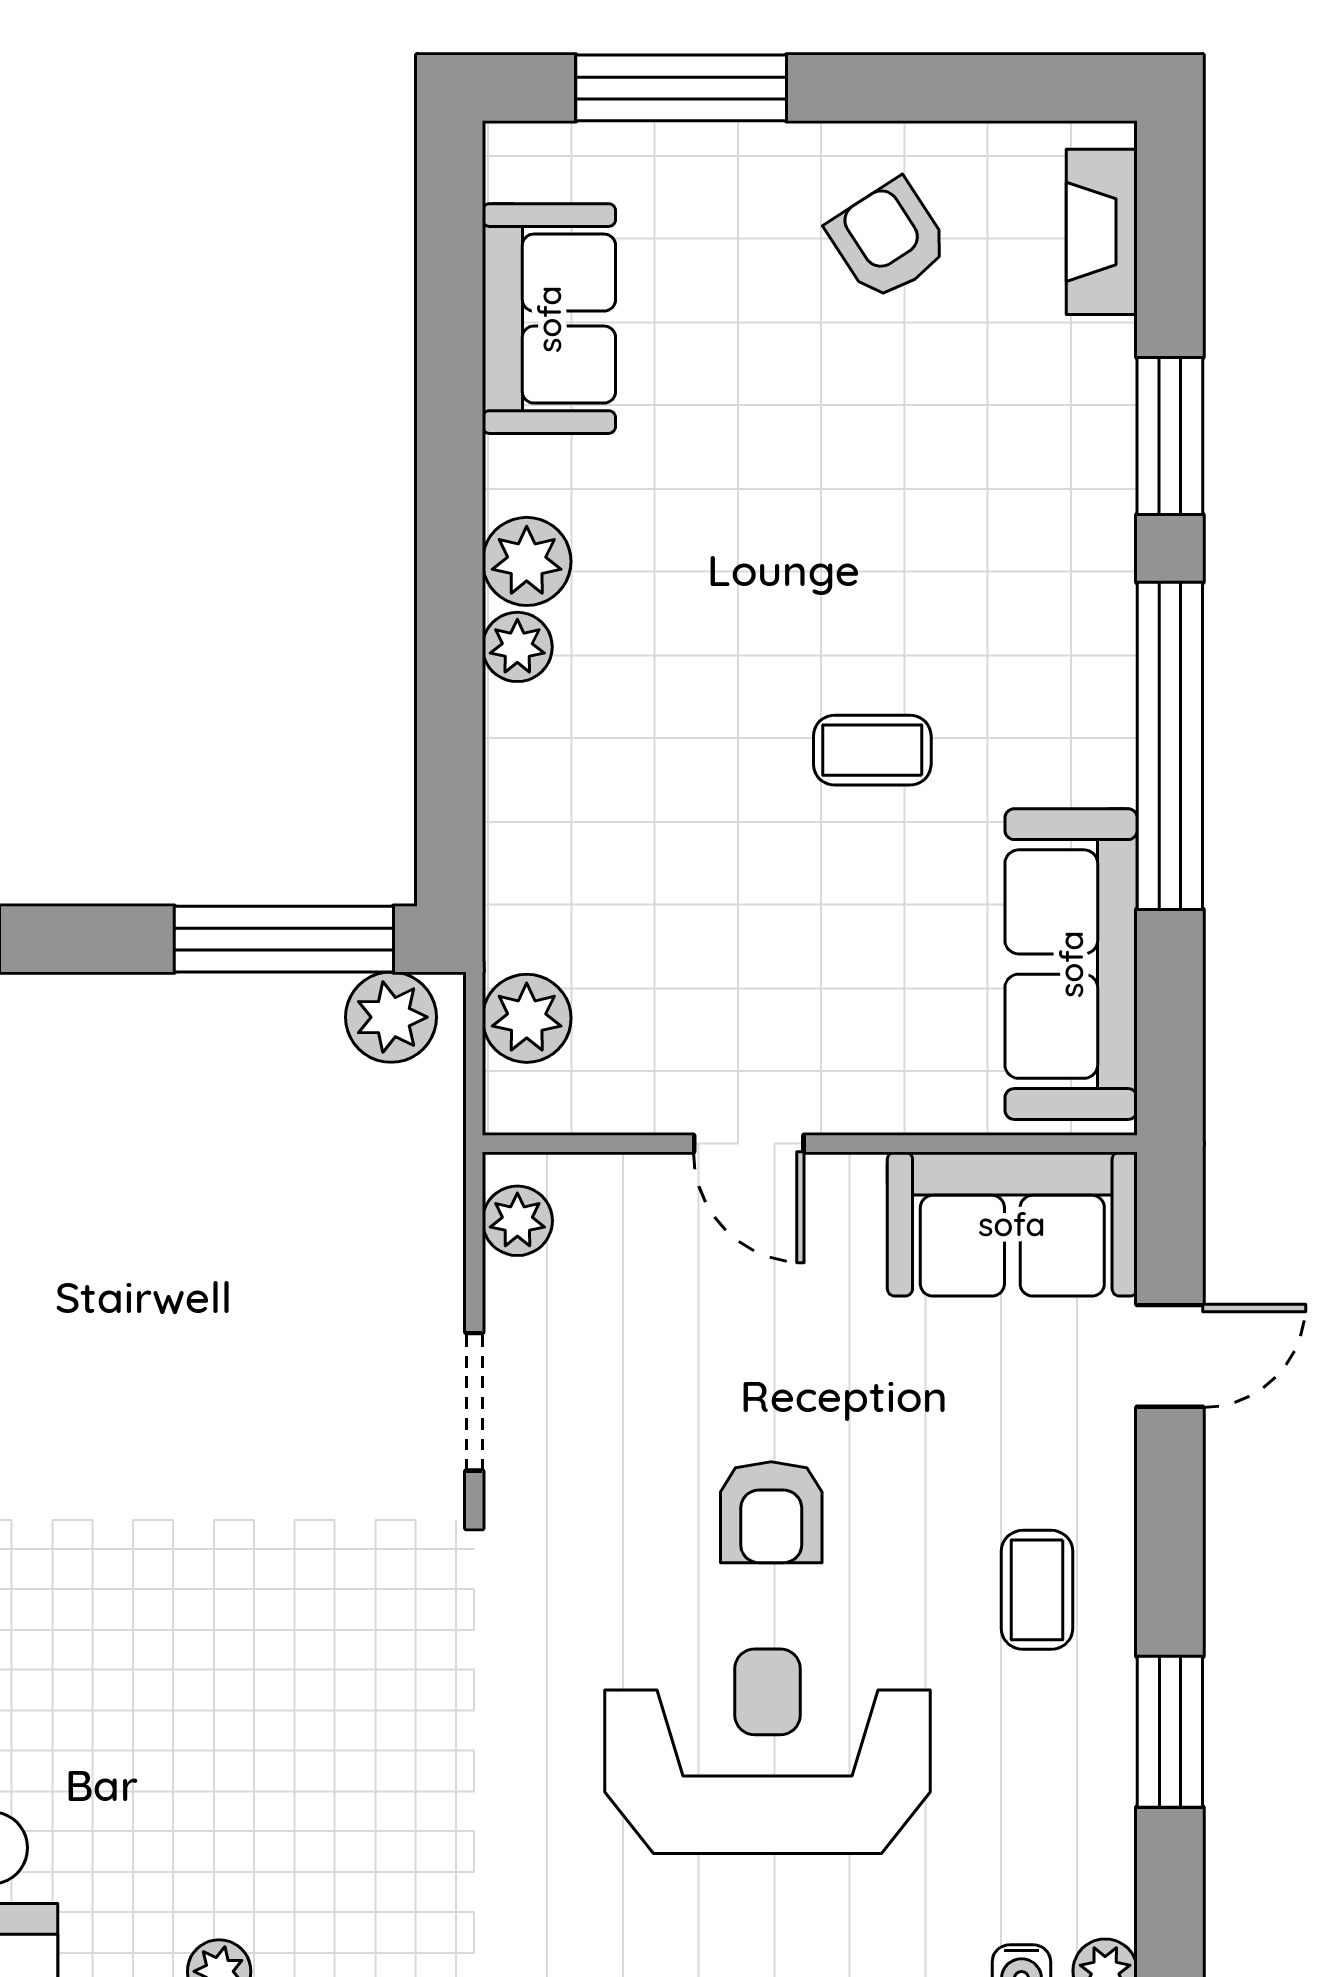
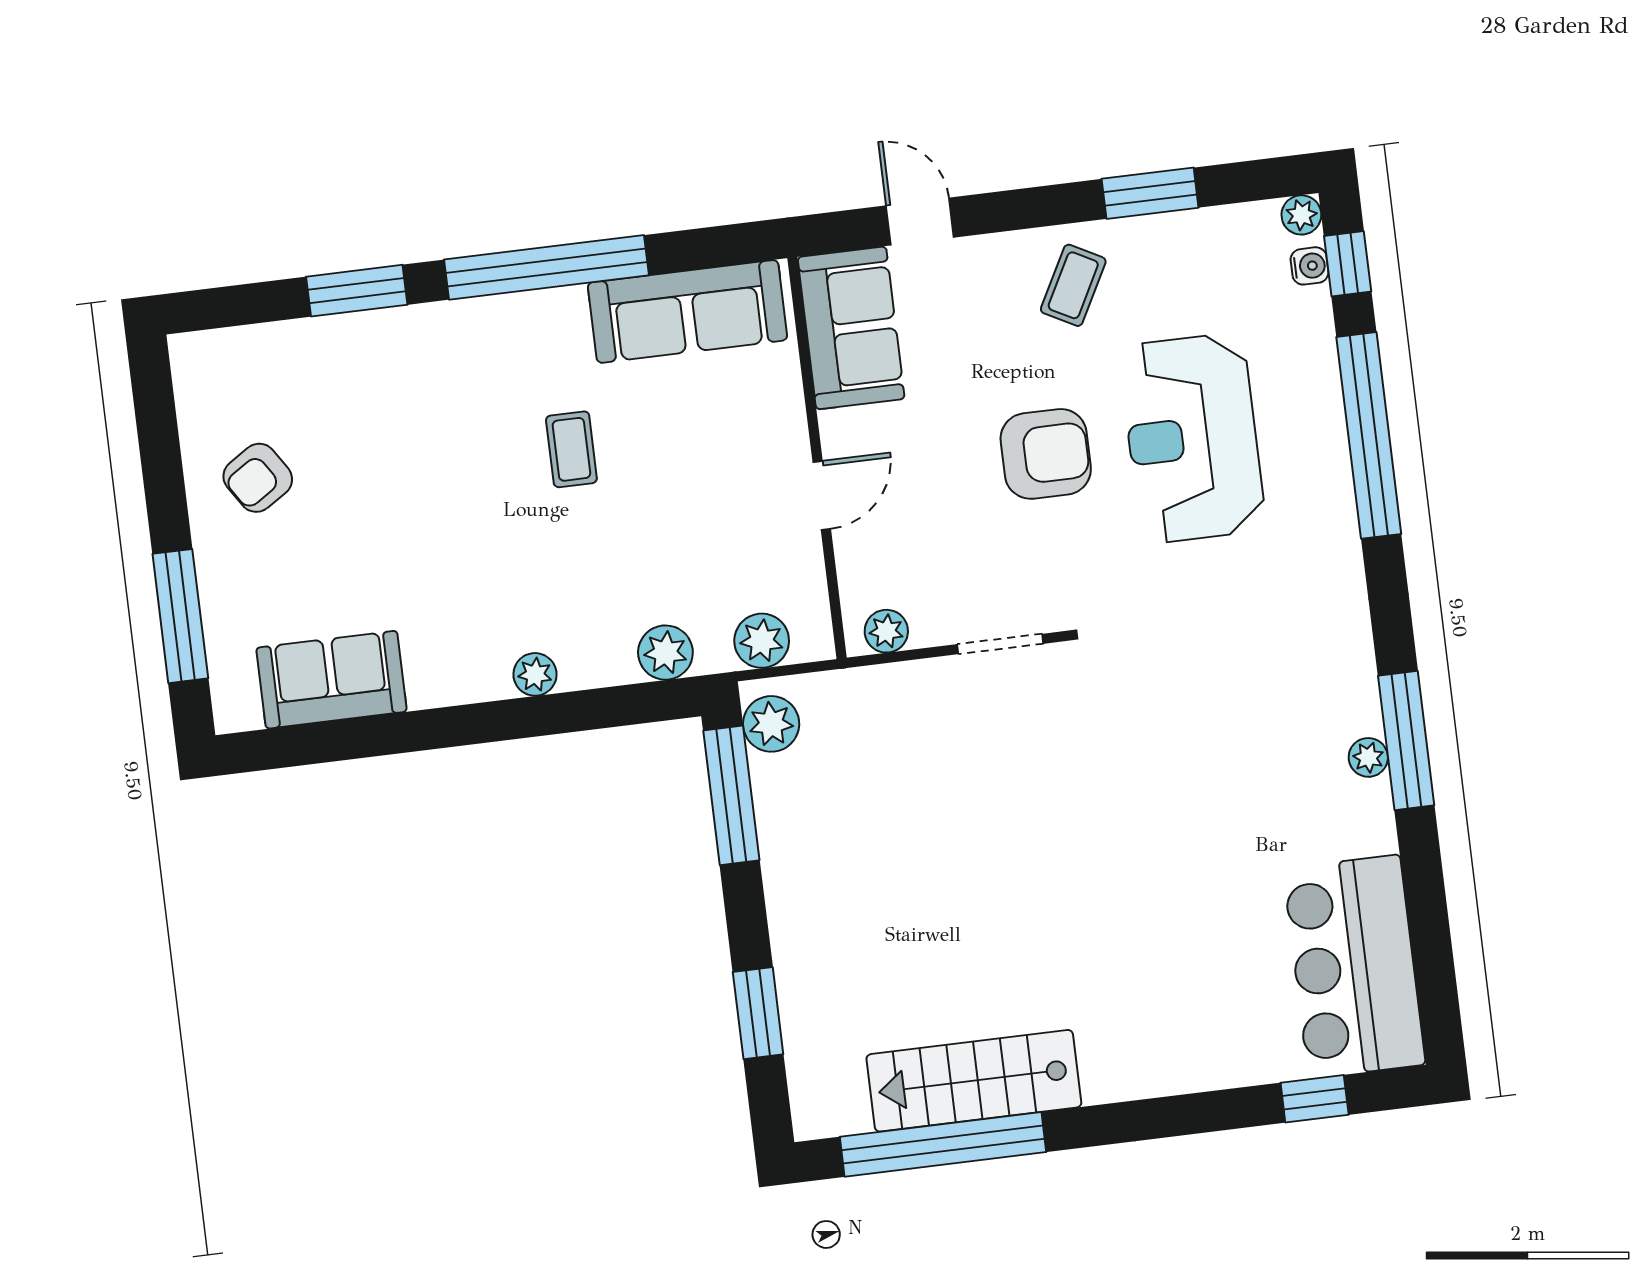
fireplace: (1102, 232) -> (237, 348), removed
plant: (527, 561) -> (665, 653), moved
armchair: (771, 1512) -> (1046, 454), width x1.38, depth x1.38
coffee table: (1037, 1590) -> (1073, 285), turned -62

